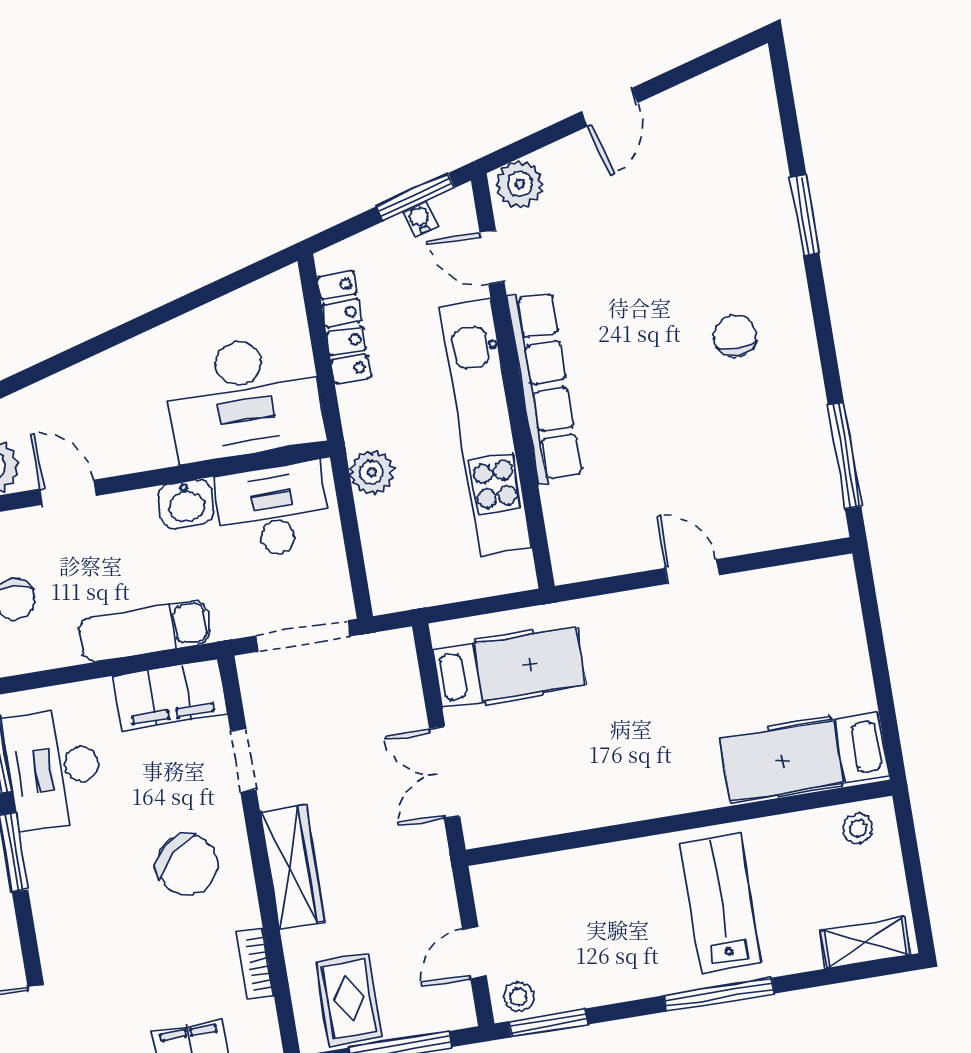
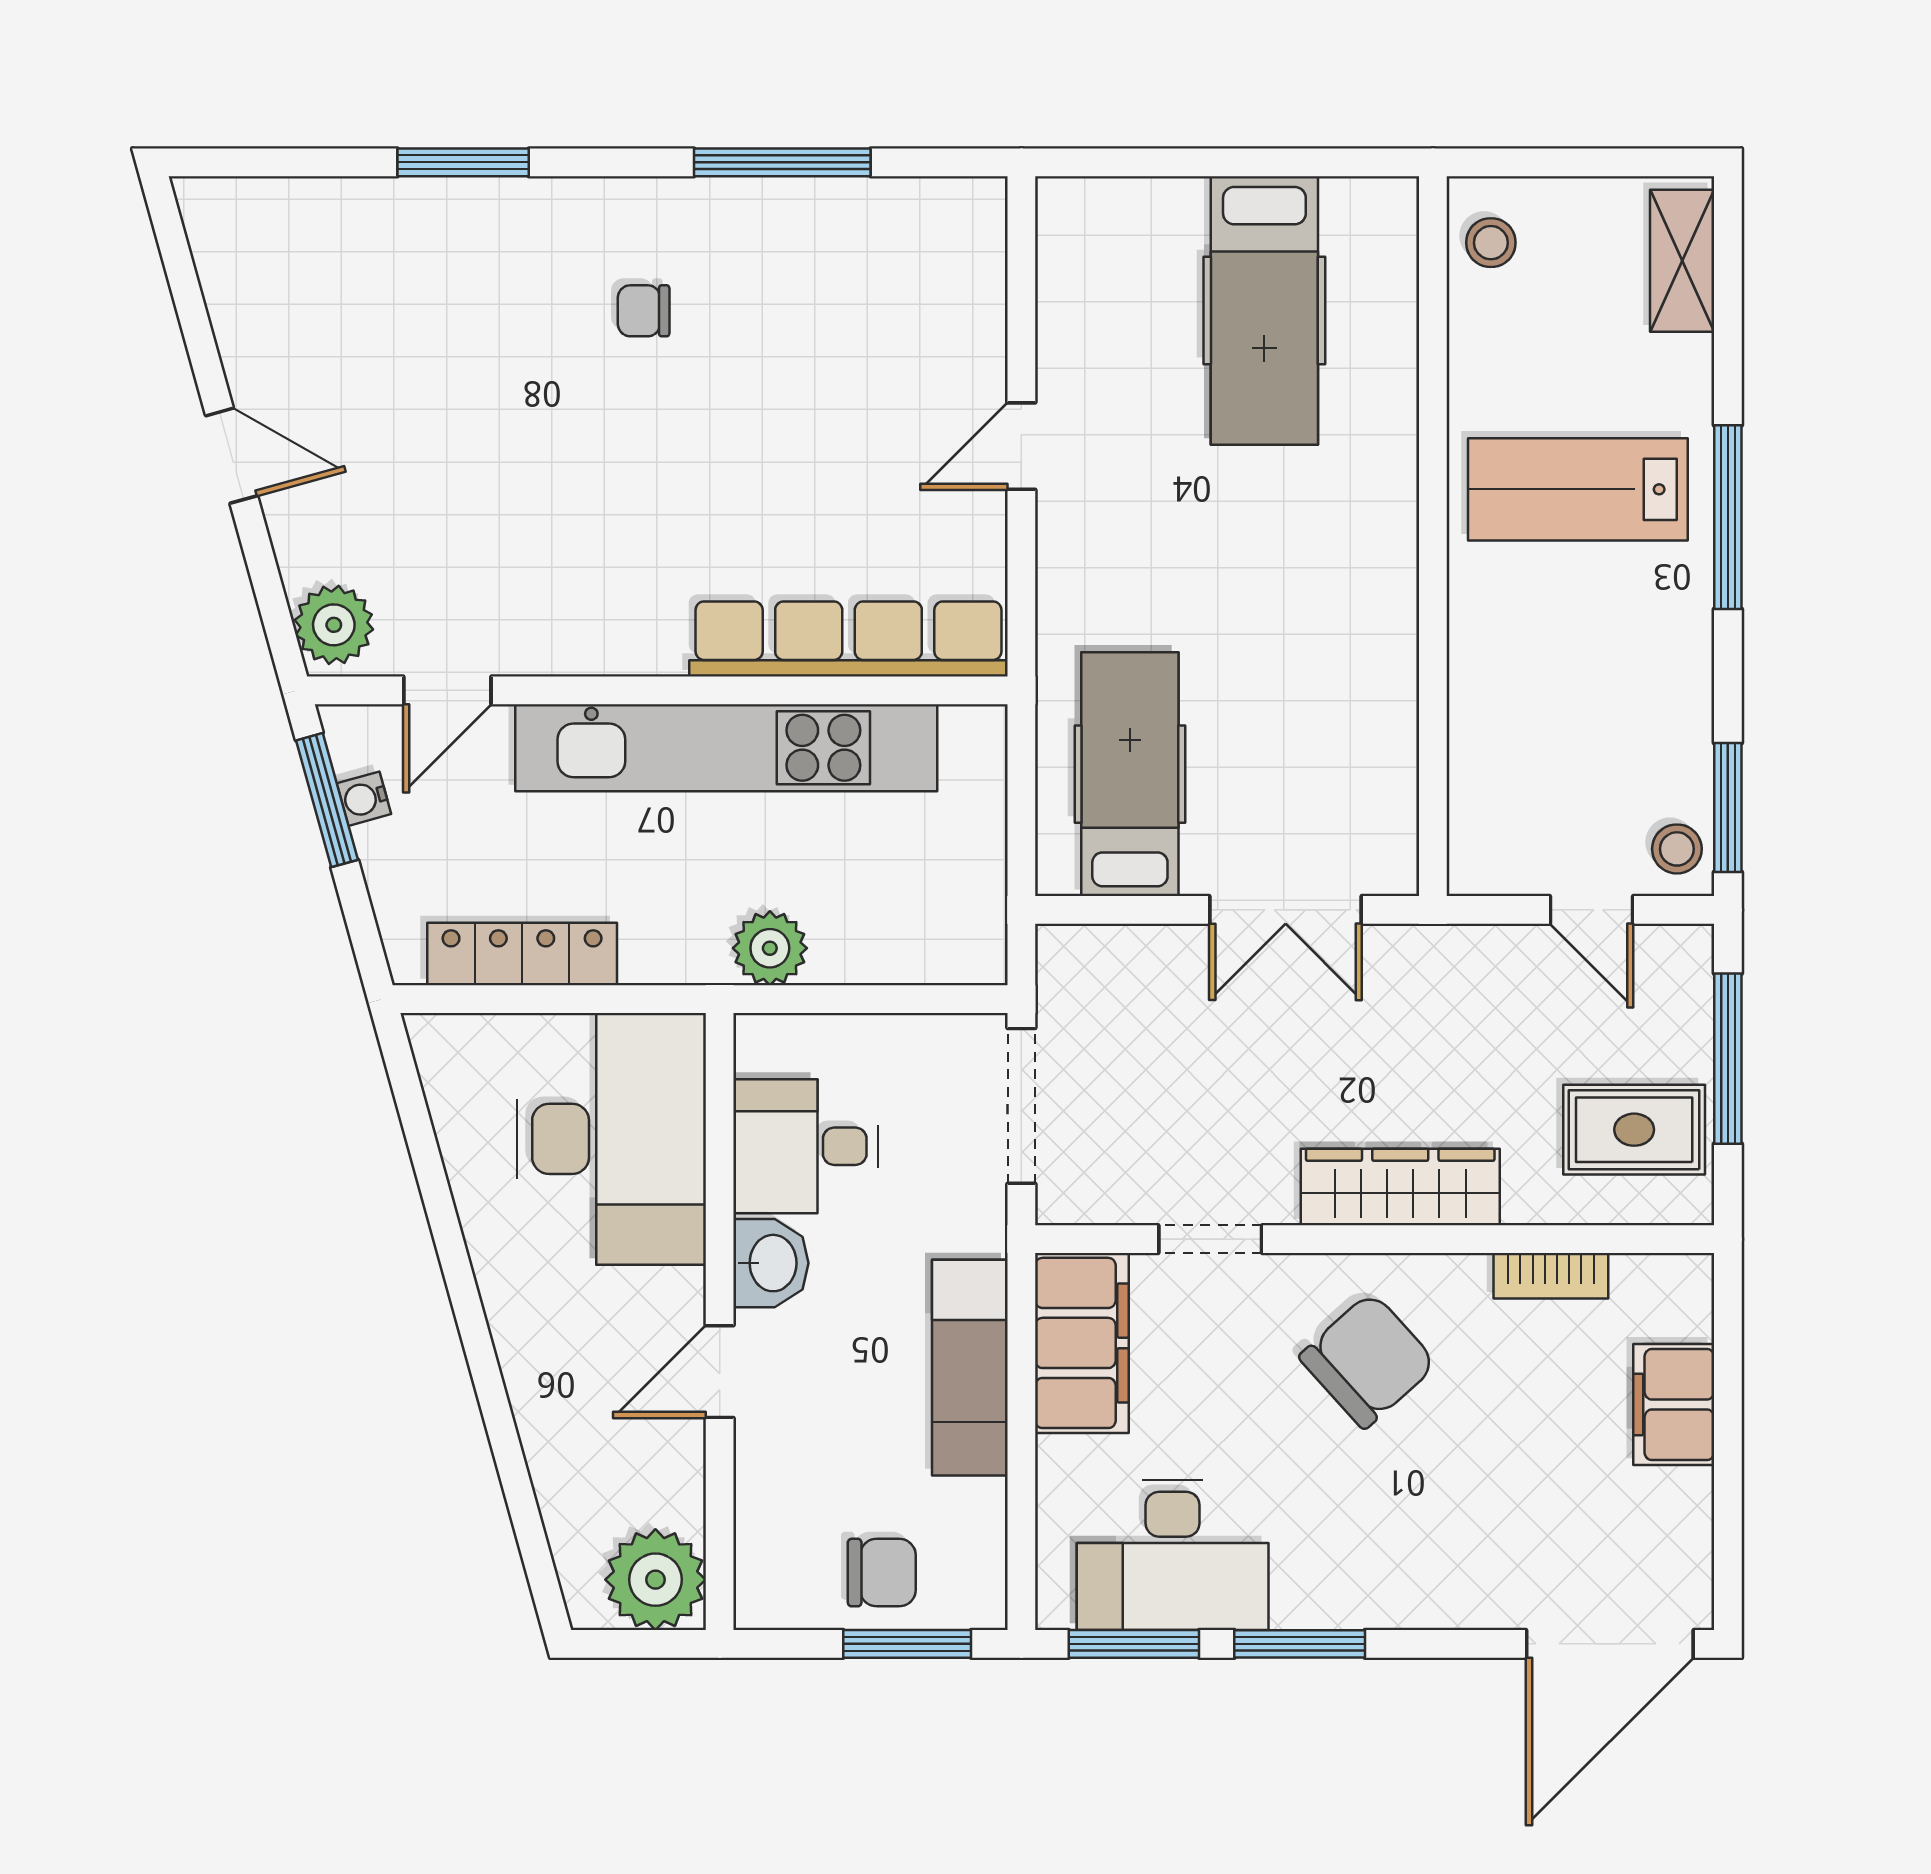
chair: (735, 336) -> (644, 311), width x0.73, depth x0.73
row of seats: (545, 387) -> (849, 639), moved
window: (844, 456) -> (782, 162), moved
door: (68, 492) -> (720, 1372), moved
desk: (273, 510) -> (806, 1146), width x0.73
hospital bed: (805, 757) -> (1264, 311), moved

